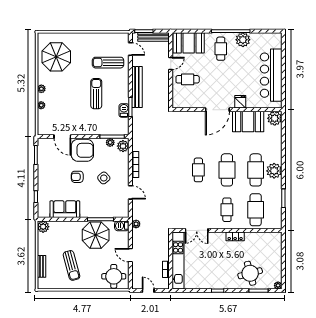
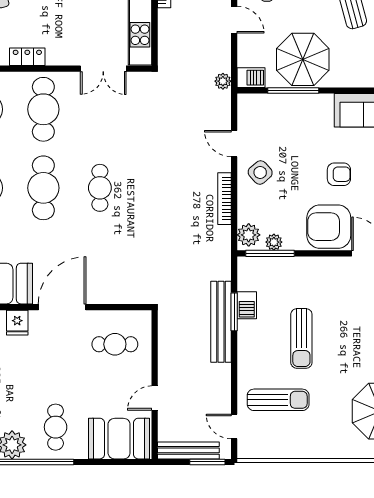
cafe table: (188, 79) -> (115, 344), moved
bench: (137, 87) -> (221, 322), moved
side table: (104, 178) -> (260, 172), moved
cafe table: (227, 210) -> (43, 109), width x1.37, depth x1.35
double door: (197, 230) -> (103, 69), swing flipped

